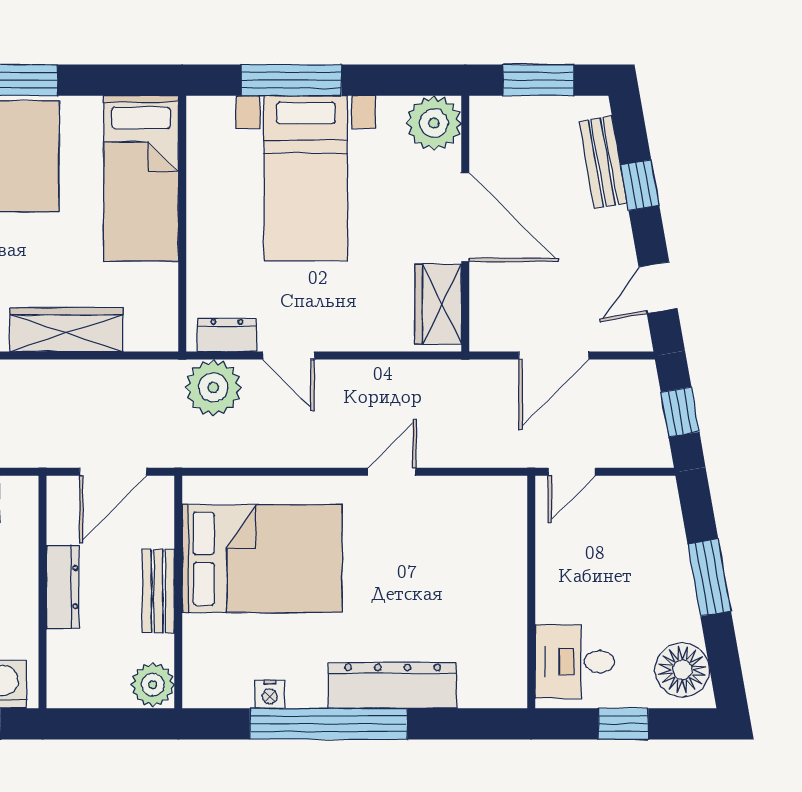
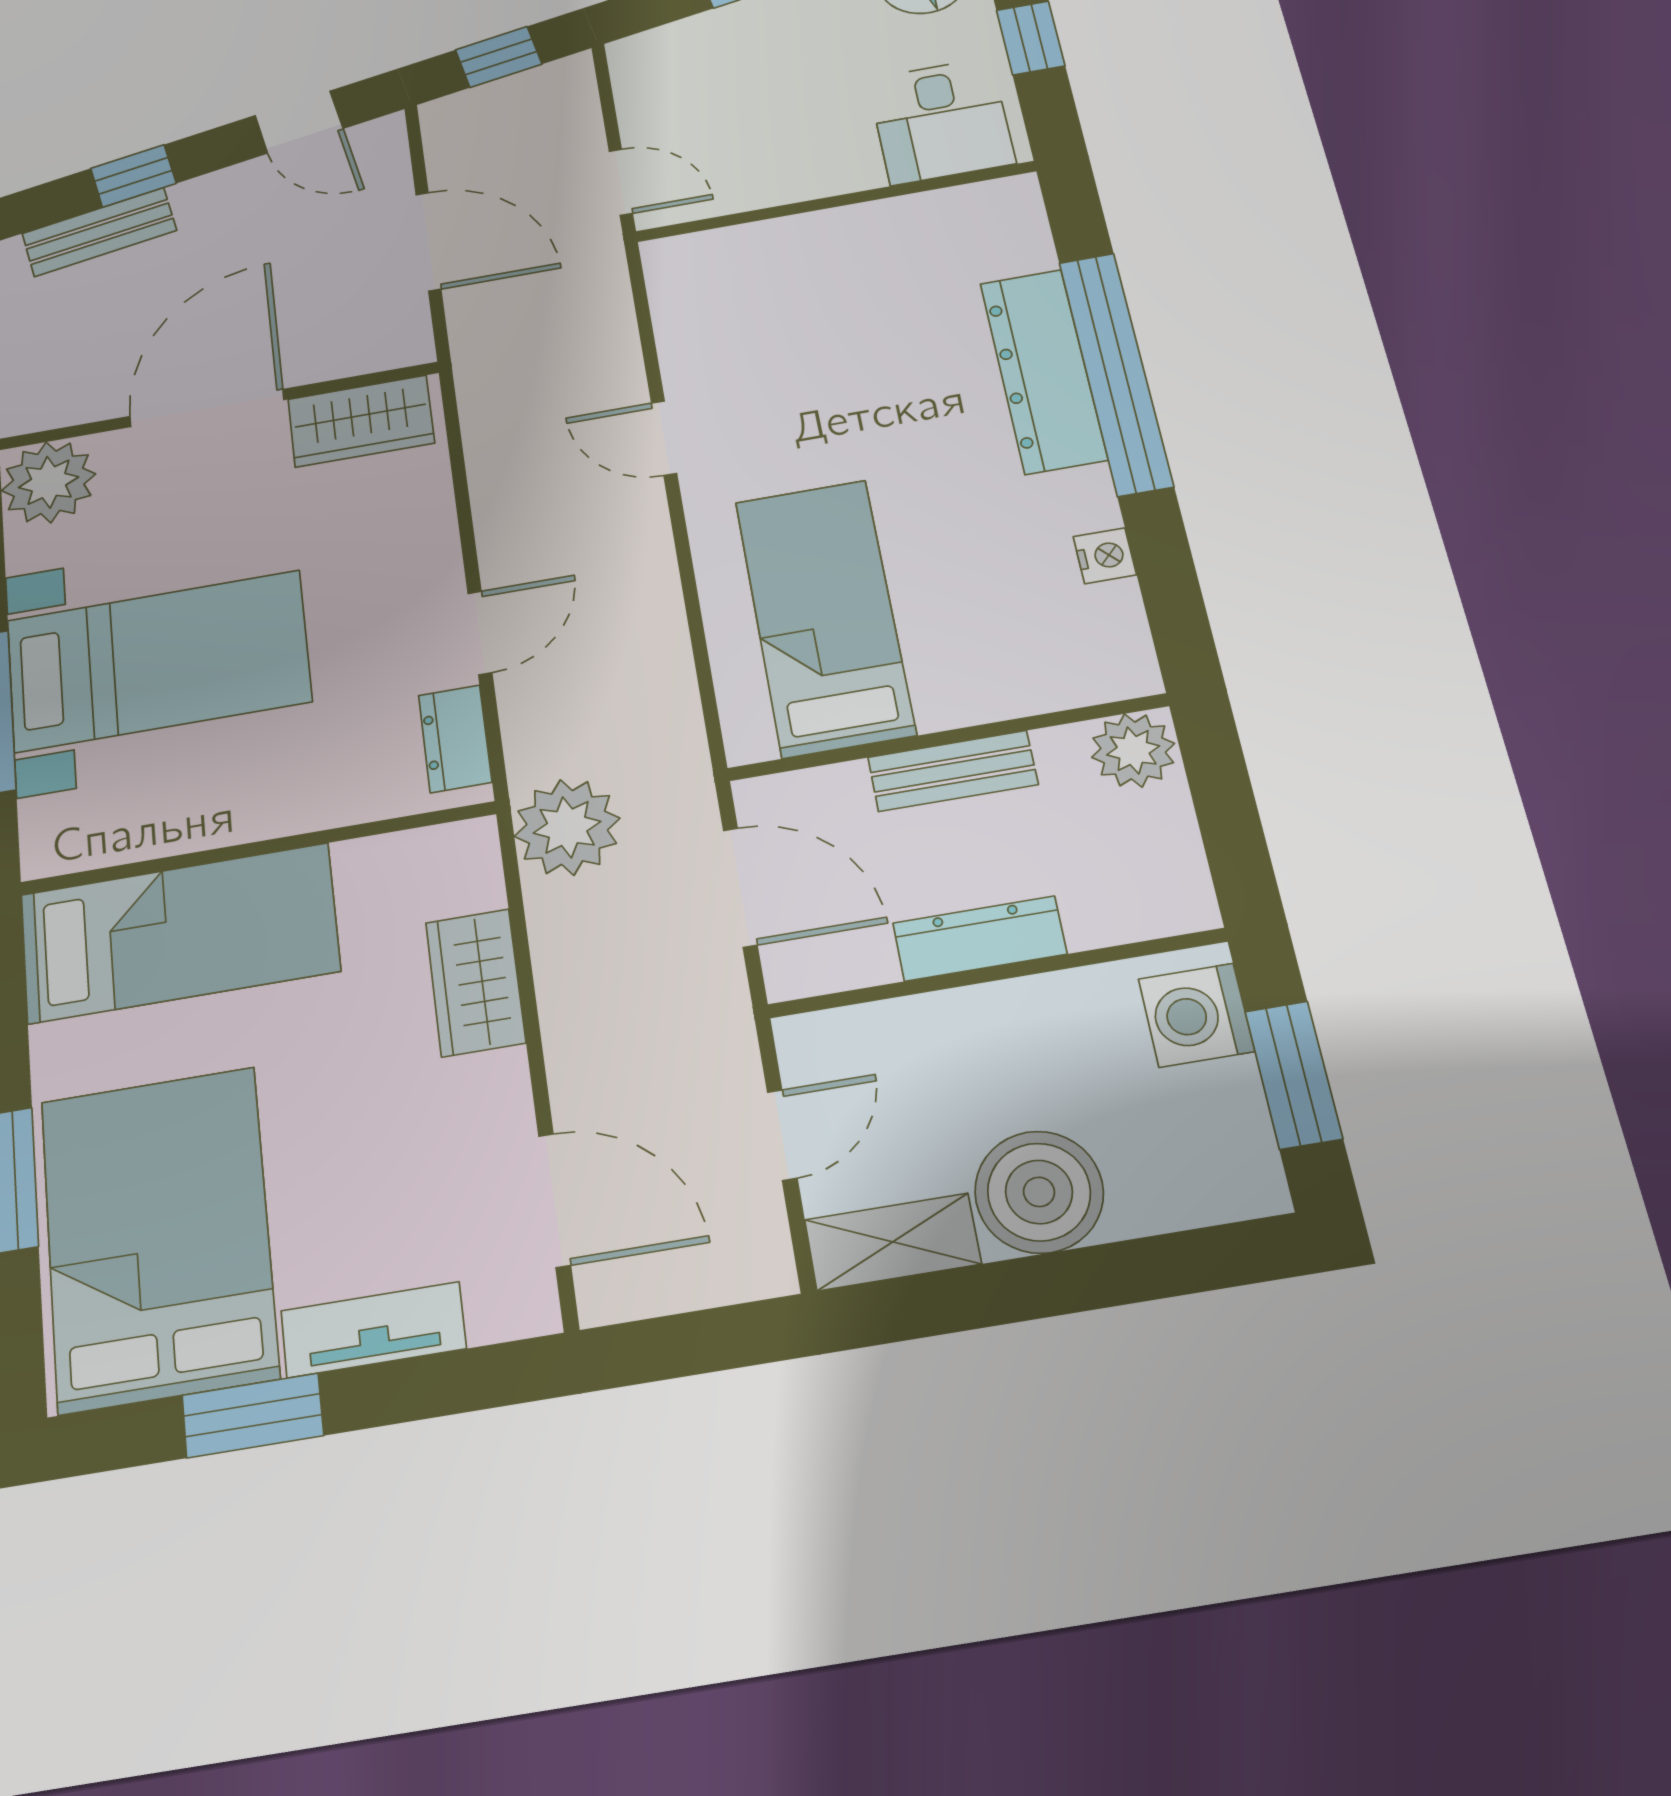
wardrobe: (66, 330) -> (475, 982), width x0.67
plant: (213, 388) -> (567, 827), moved
bed: (262, 559) -> (824, 617), width x0.67
window: (328, 724) -> (1115, 373), moved

